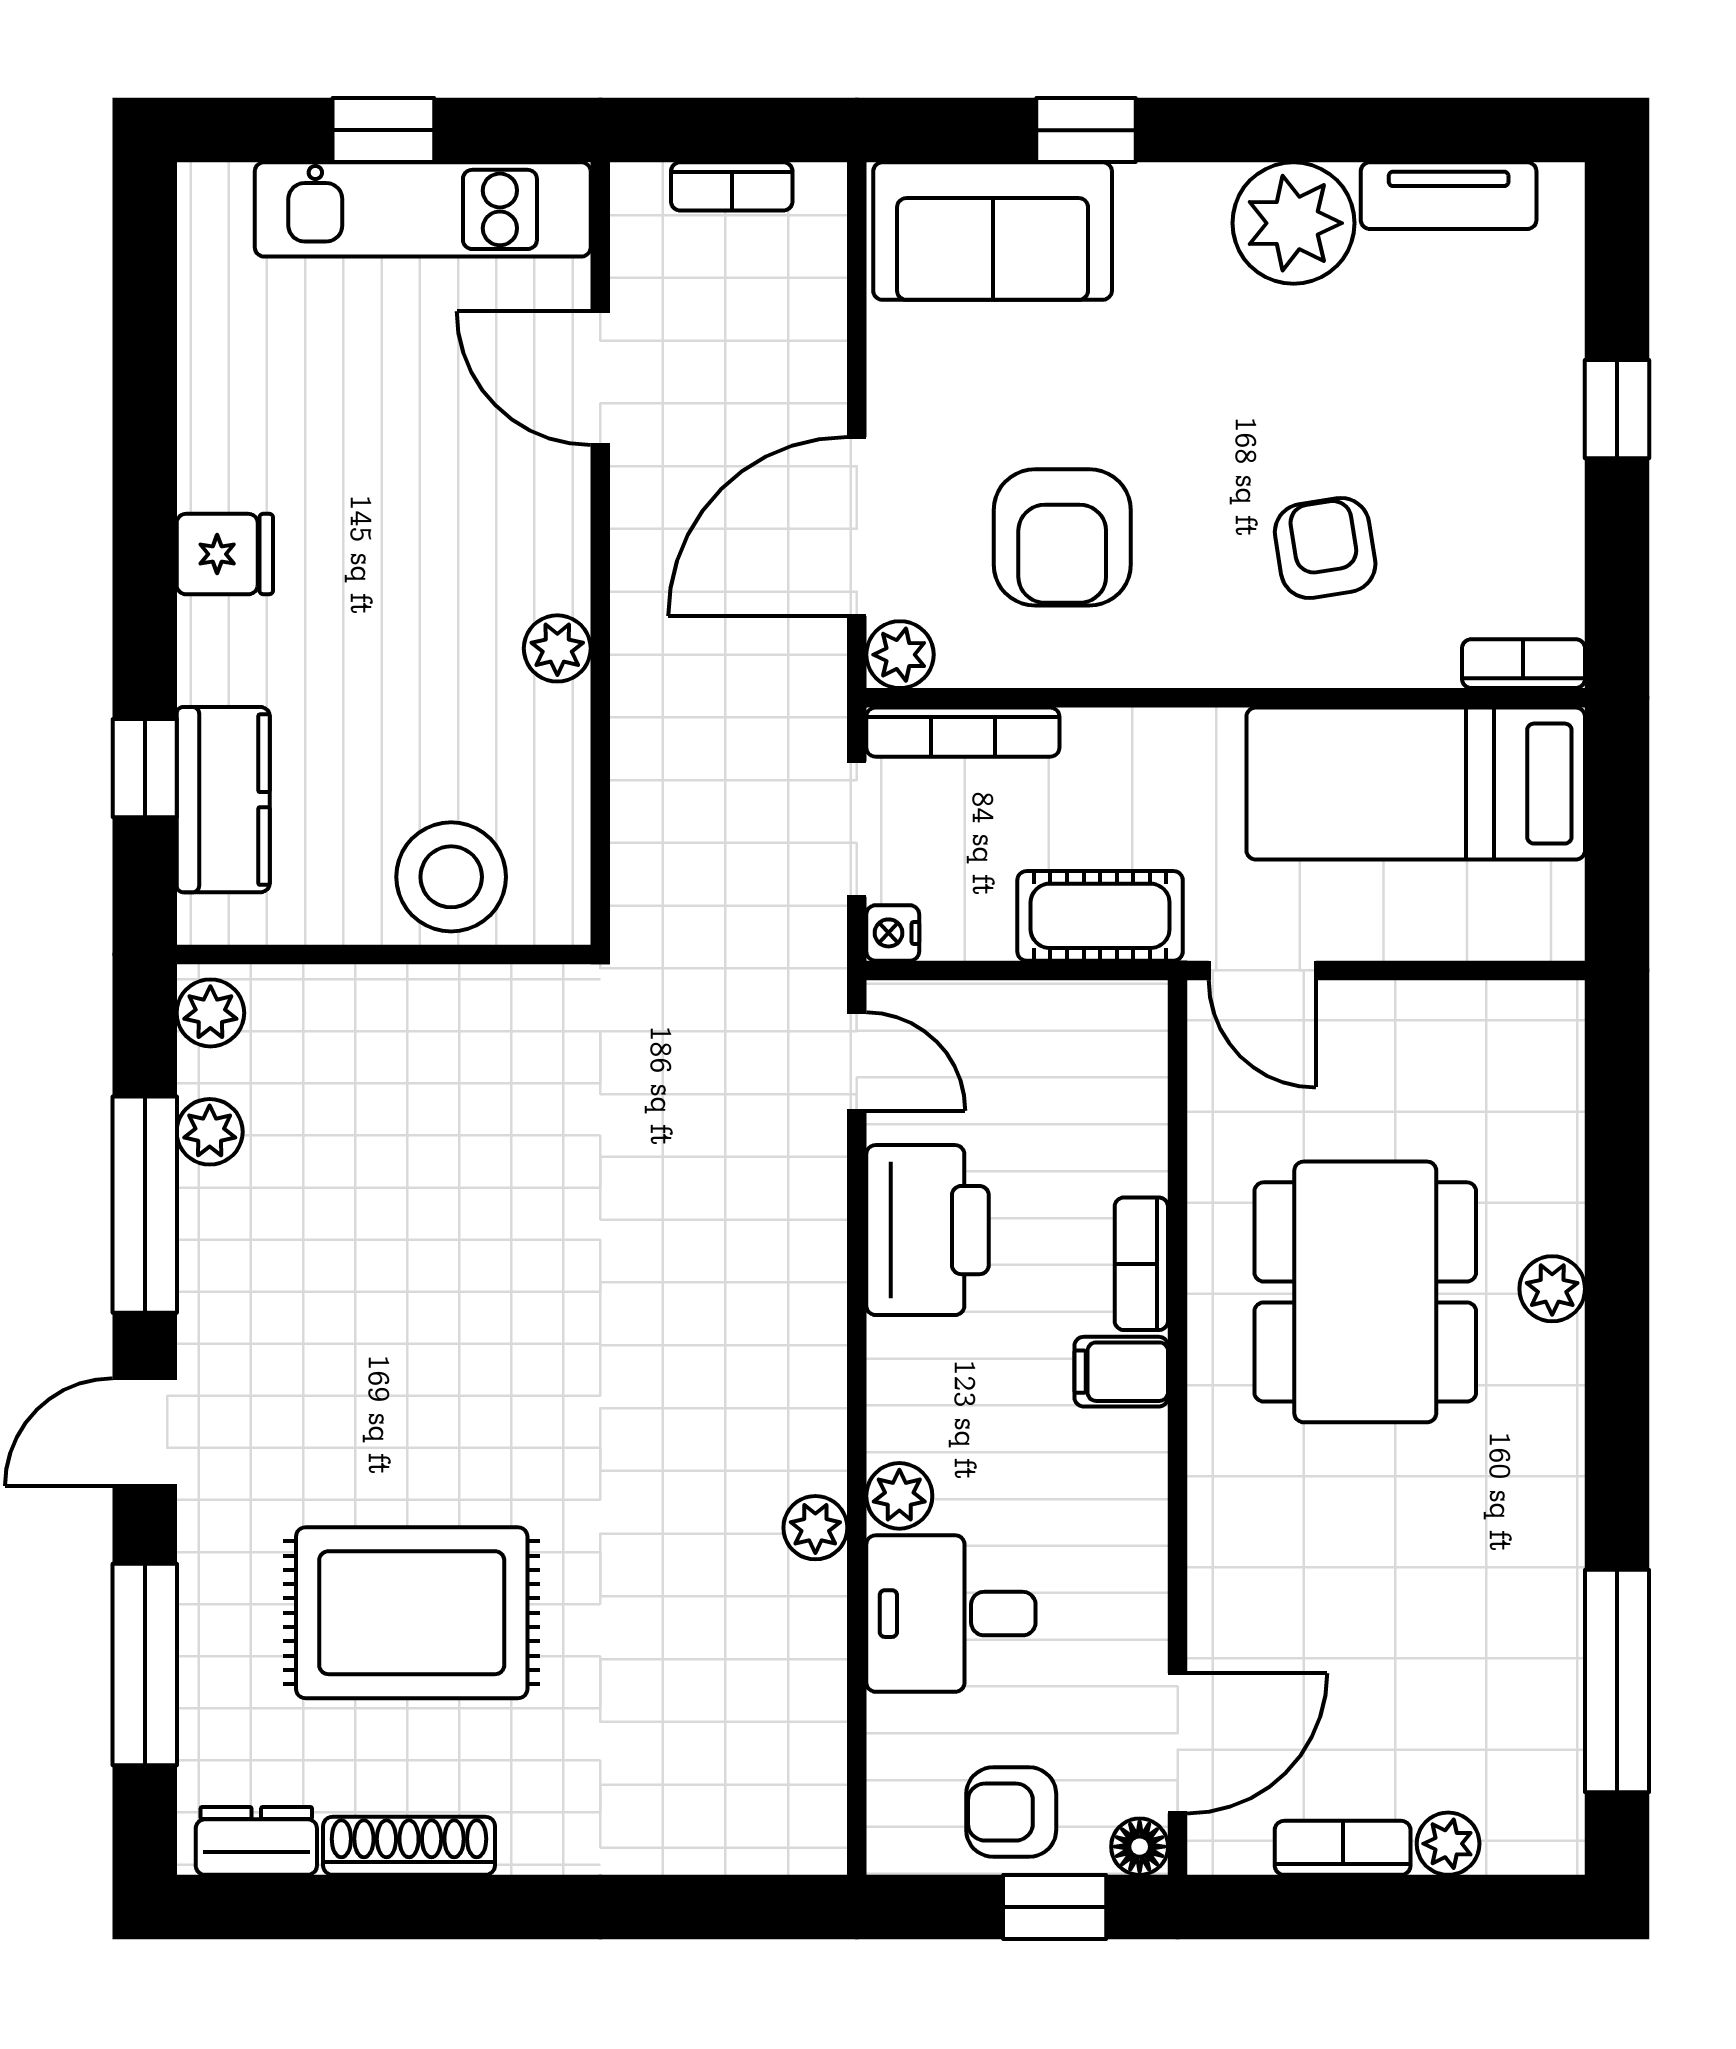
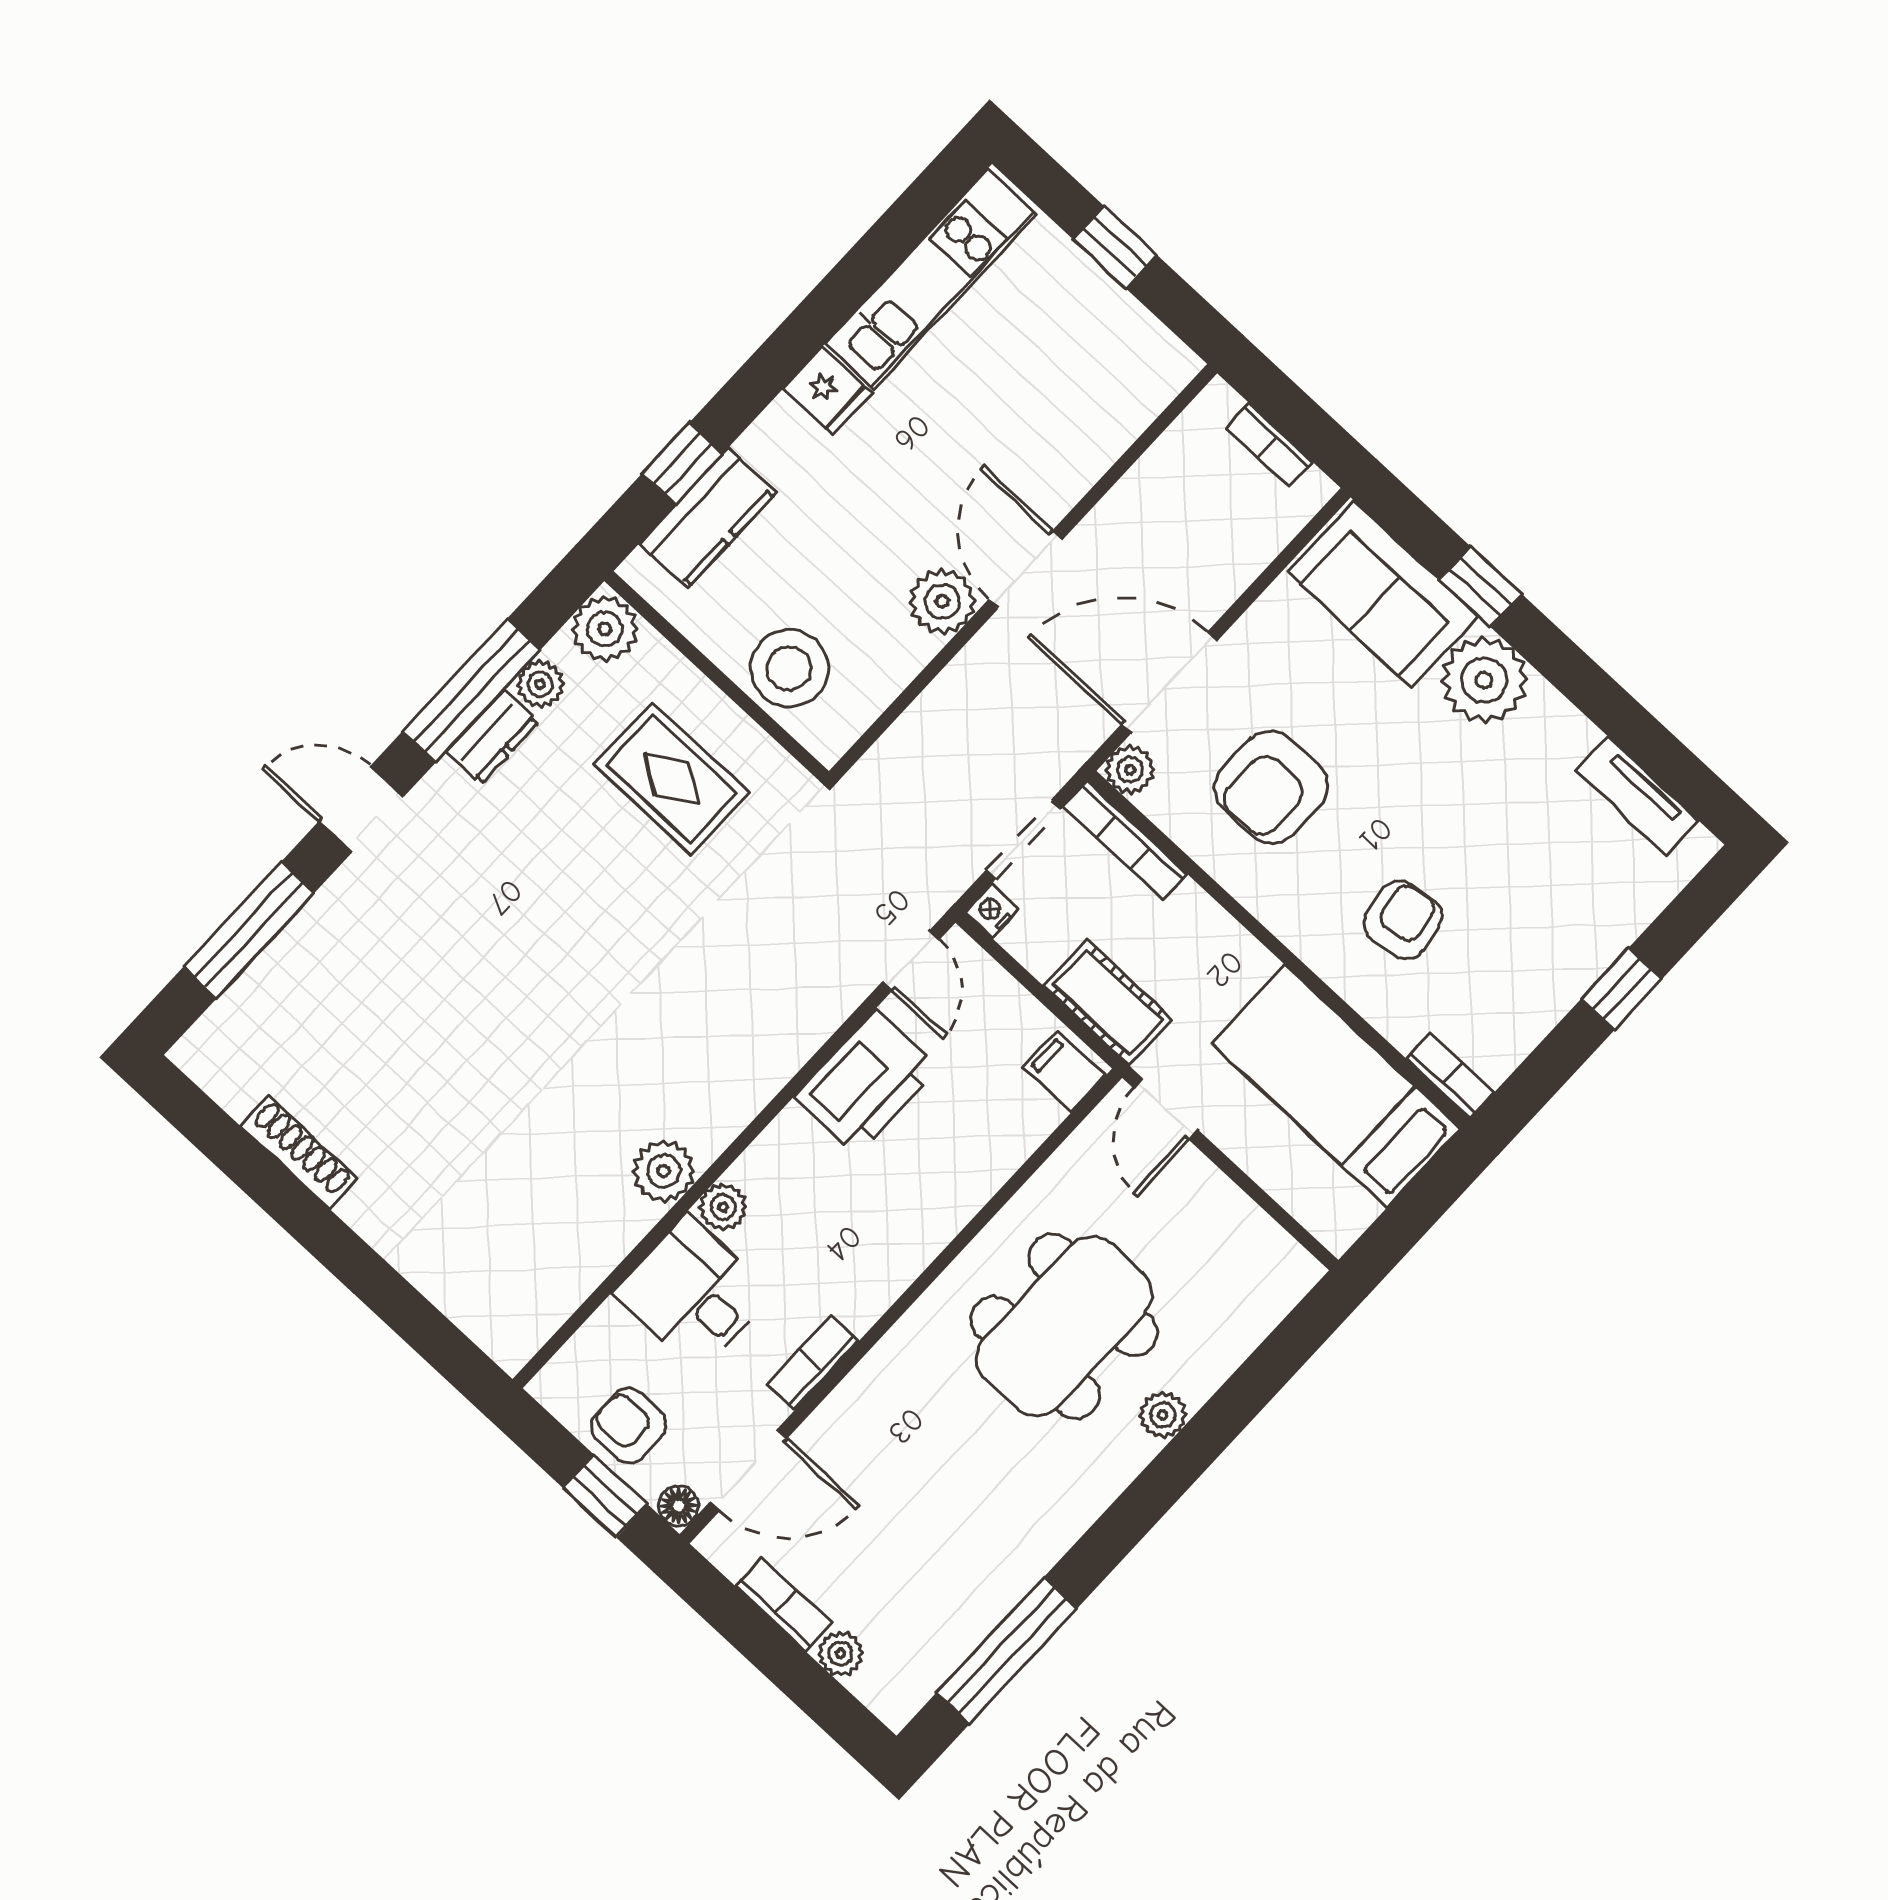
kitchen unit: (423, 209) -> (931, 279), moved, turned -90
plant: (1294, 223) -> (1484, 680), moved
door: (600, 378) -> (1026, 569), moved
plant: (557, 648) -> (942, 601), width x1.38, depth x1.38
plant: (210, 1013) -> (605, 629), width x1.38, depth x1.38
bookcase: (1141, 1264) -> (813, 1363), moved
filing cabinet: (1121, 1372) -> (1064, 1071), moved
plant: (815, 1528) -> (664, 1171), width x1.38, depth x1.38
rug: (412, 1613) -> (672, 779), moved, width x0.73, depth x0.70
dresser: (256, 1841) -> (493, 737), moved, turned 90

